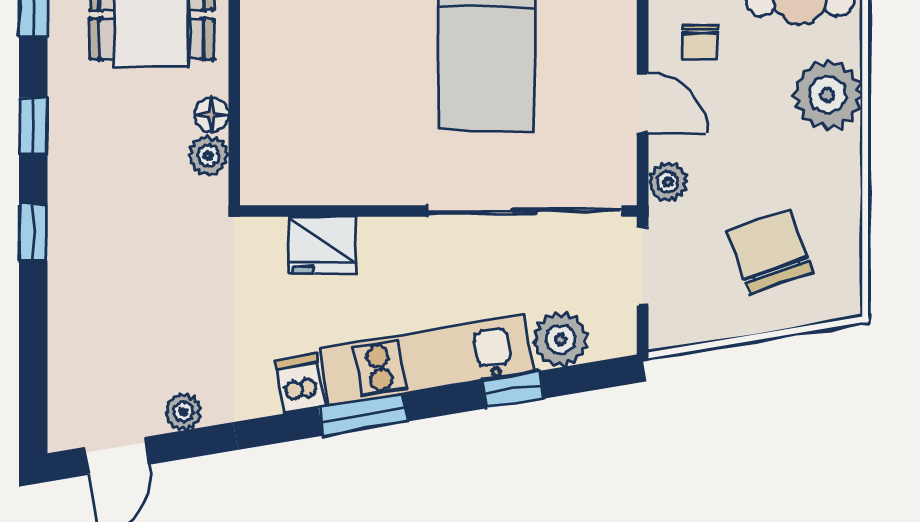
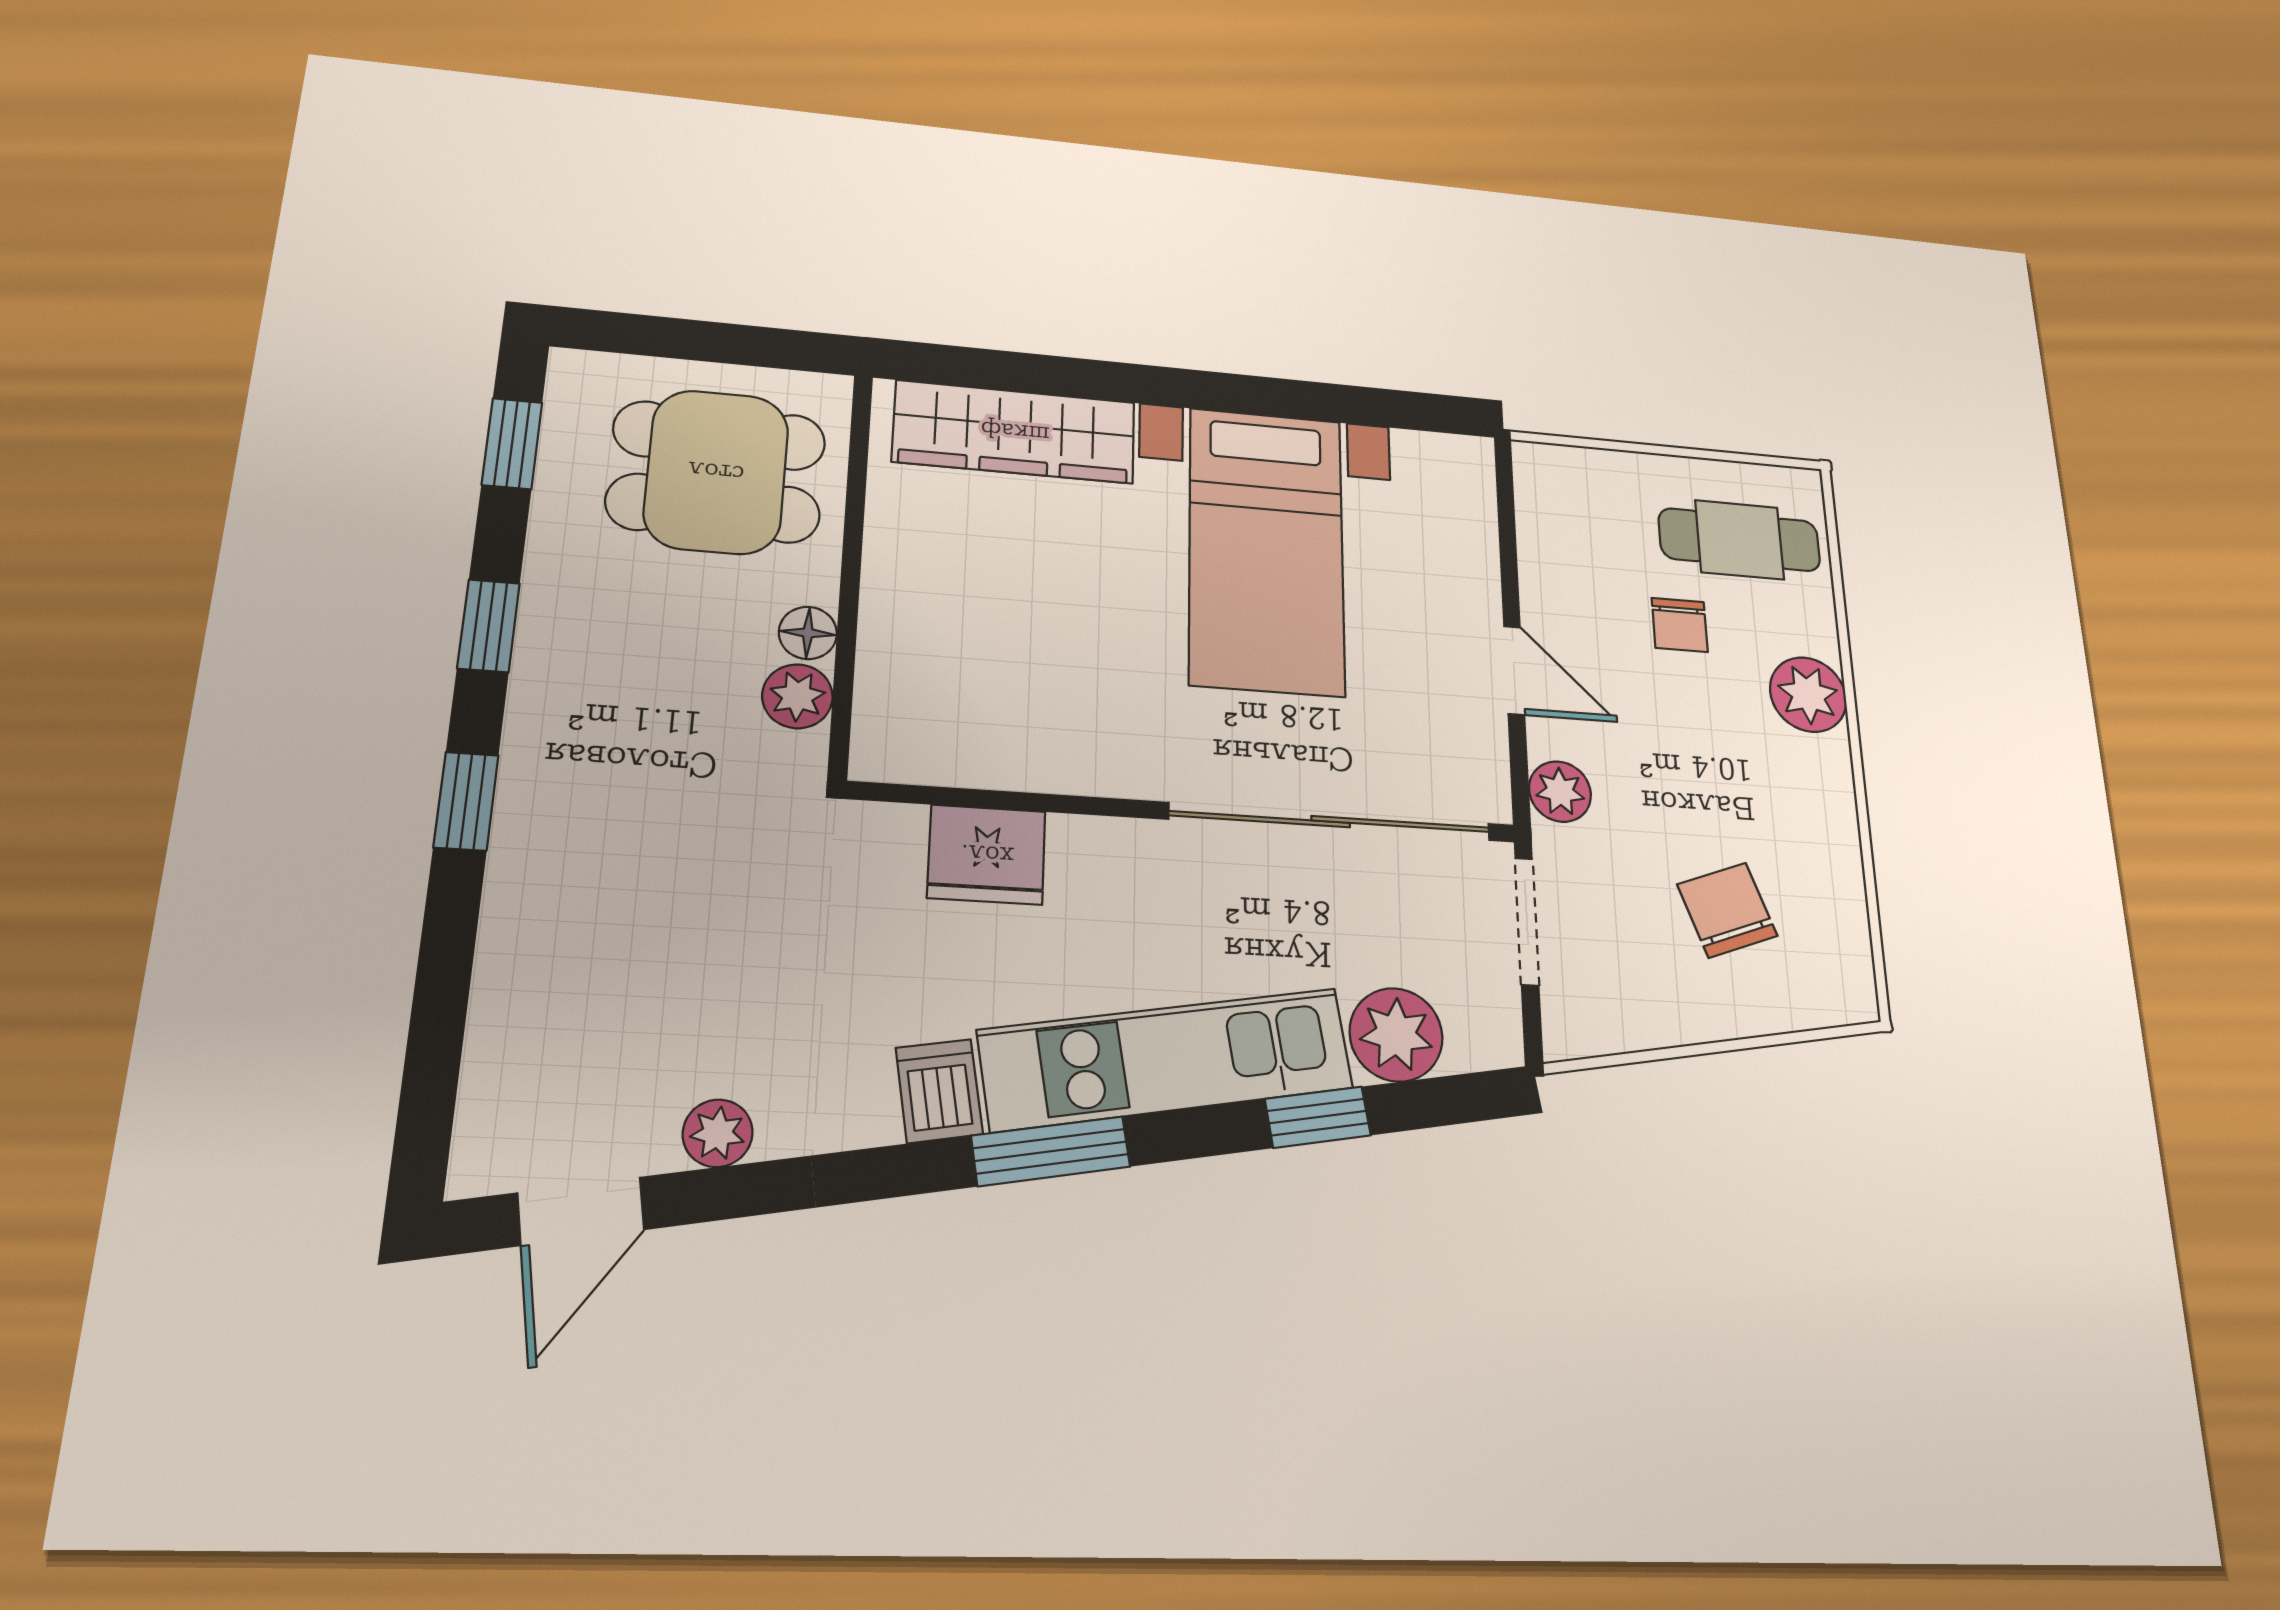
chair: (700, 42) -> (1680, 625), moved
plant: (827, 95) -> (1808, 695), width x0.73, depth x0.73
chair: (770, 252) -> (1727, 910), width x0.73, depth x0.73

